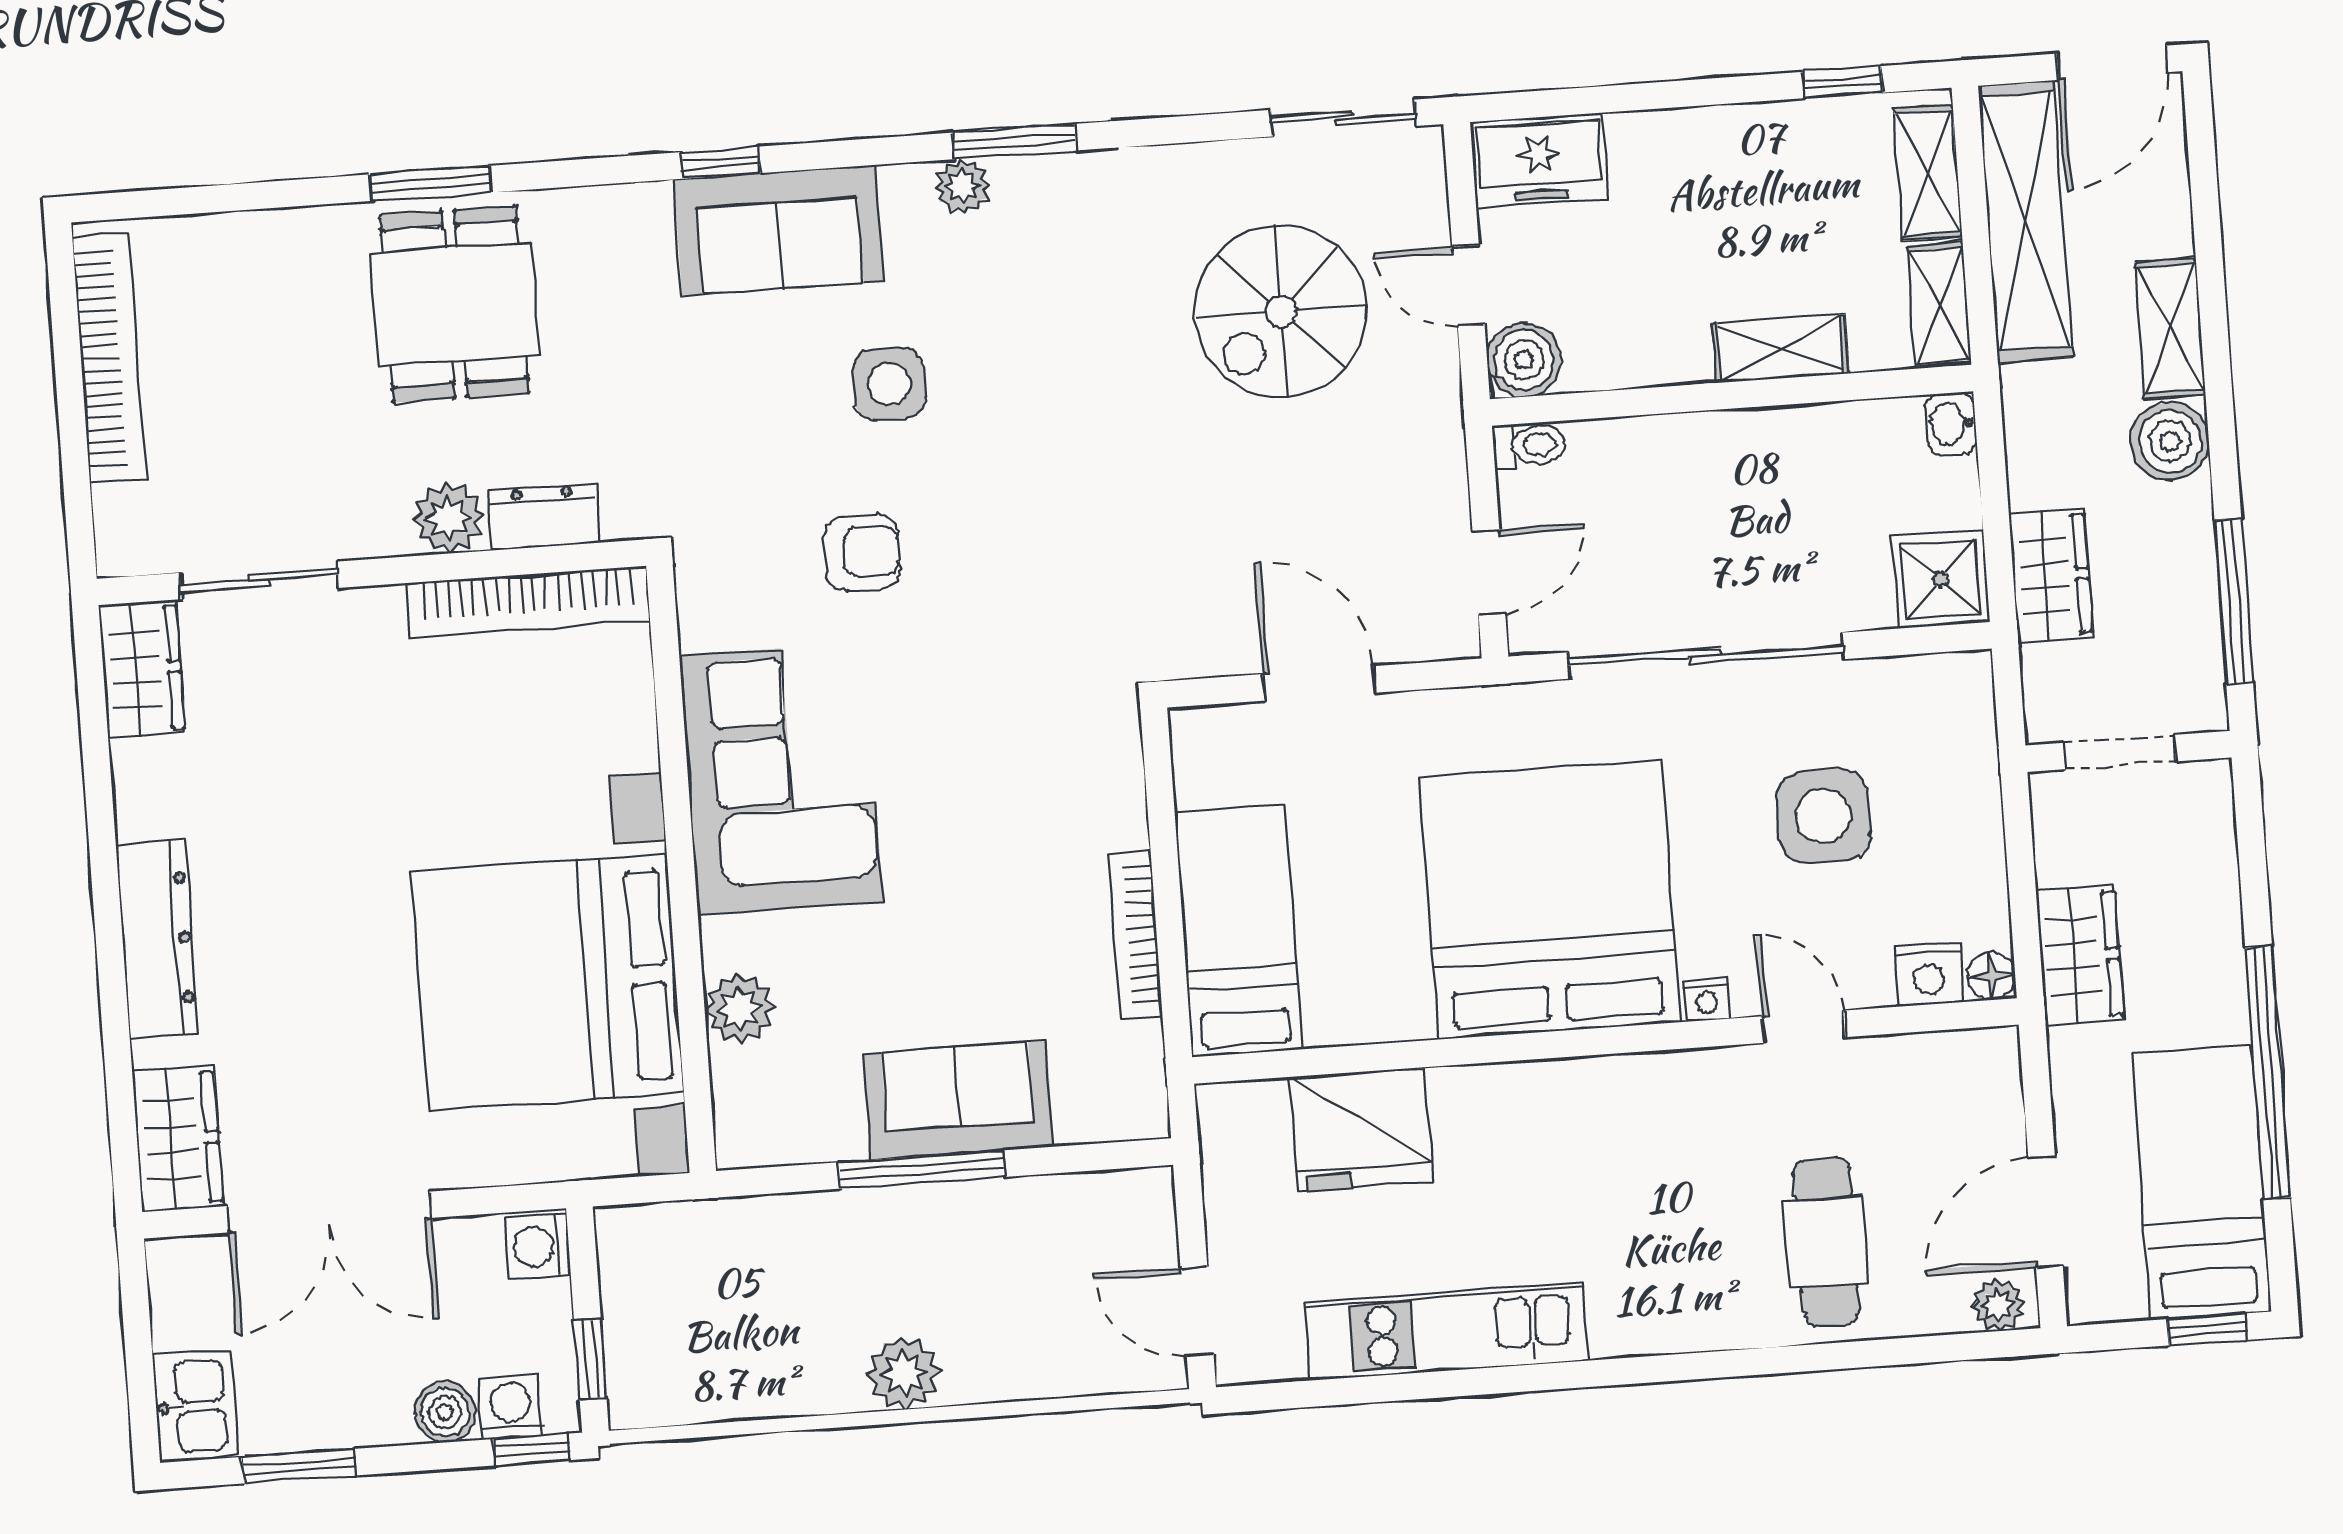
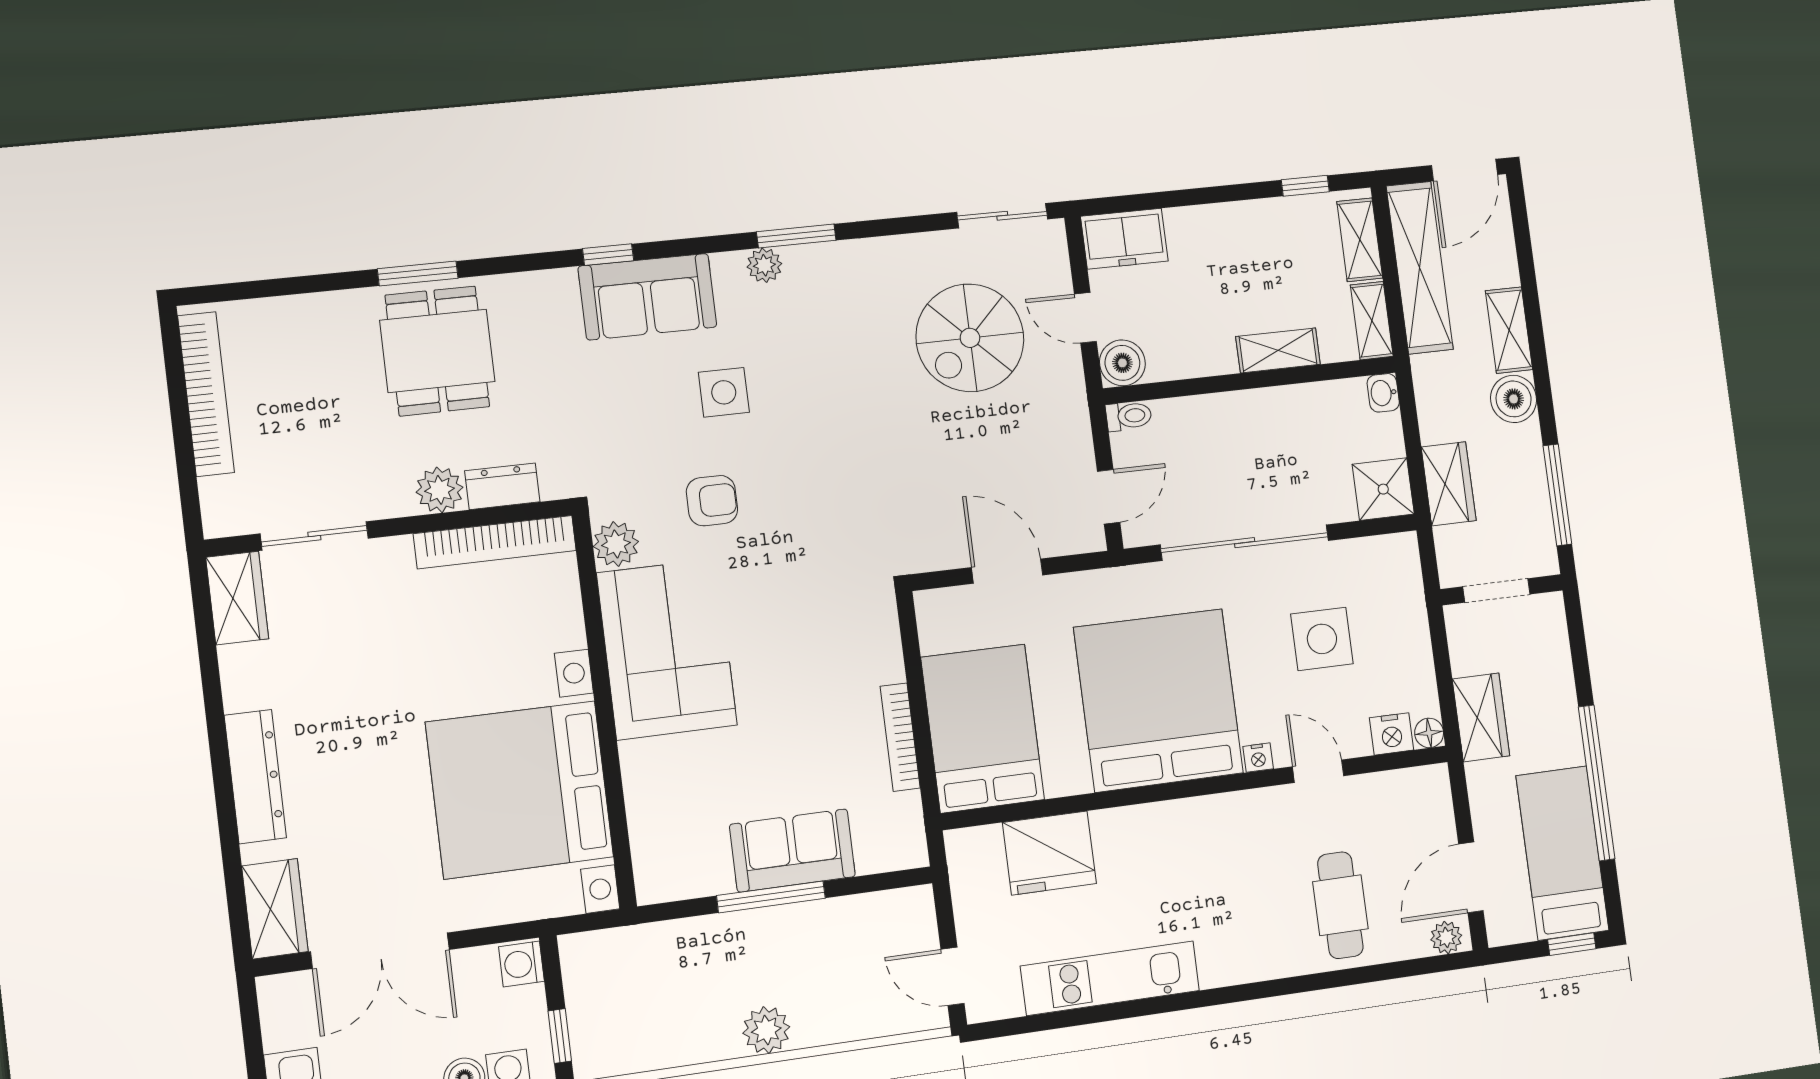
bed: (1239, 931) -> (983, 729), width x1.50
plant: (740, 1009) -> (616, 544), moved

